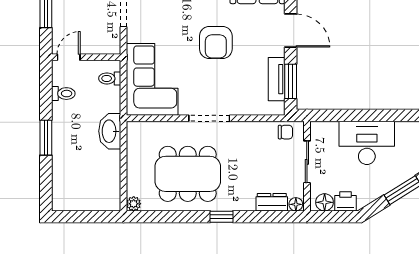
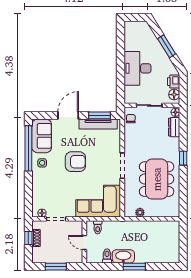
door: (69, 57) -> (84, 243), moved
tv unit: (277, 79) -> (98, 124), width x1.41
washbasin: (110, 131) -> (123, 256), moved, turned 180
plant: (134, 204) -> (140, 213), moved

